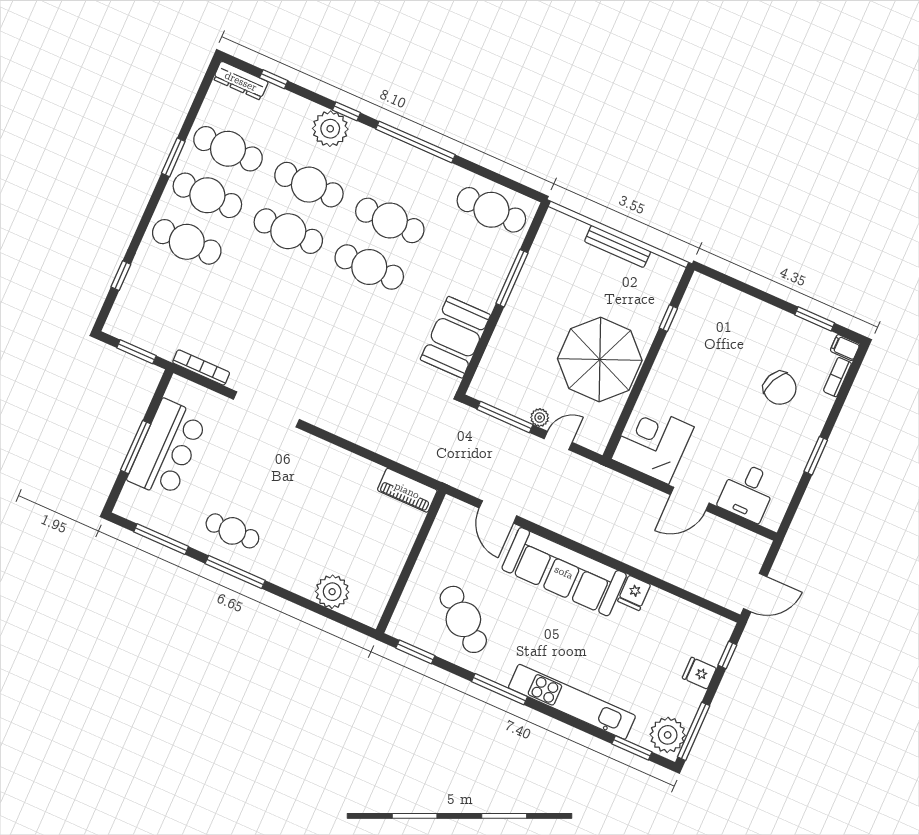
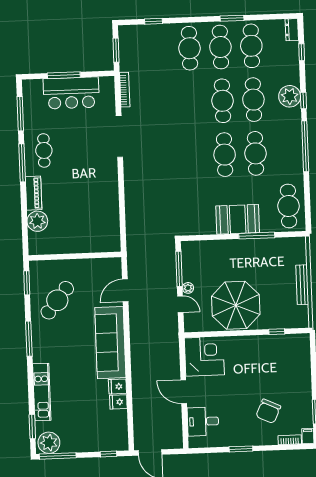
dresser: (241, 81) -> (292, 30), width x0.70
booth: (455, 337) -> (238, 219), moved
piano: (407, 490) -> (34, 193), moved, turned 180
fridge: (699, 673) -> (118, 402), moved, turned -90
kitchen unit: (572, 702) -> (42, 392), width x0.73

